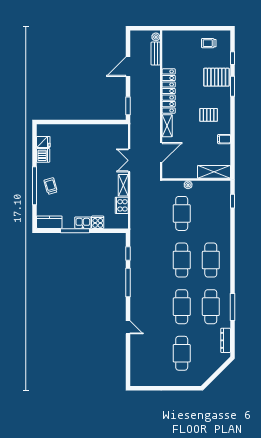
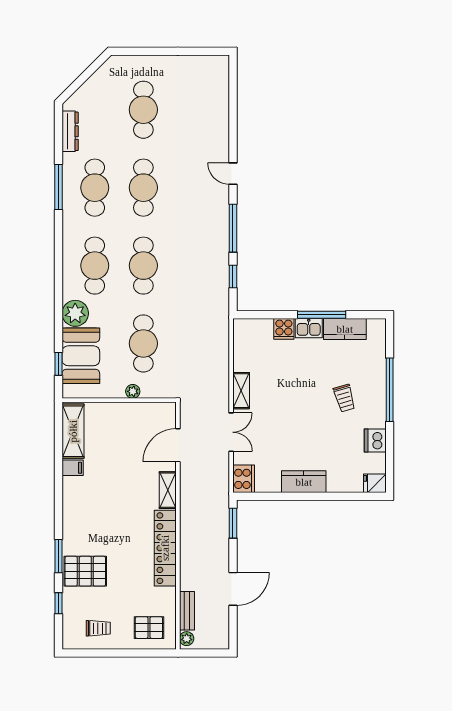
pallet: (209, 115) -> (149, 628), moved
kitchen counter: (86, 131) -> (304, 482), added
fridge: (43, 142) -> (375, 483), moved
shelving: (214, 172) -> (73, 431), moved, turned 90
trolley: (51, 186) -> (344, 398), moved
cooker: (122, 205) -> (244, 479), moved
booth: (219, 206) -> (81, 356), added
kitchen counter: (49, 222) -> (345, 329), moved
plant: (222, 231) -> (75, 313), added
door: (128, 327) -> (233, 174), moved

